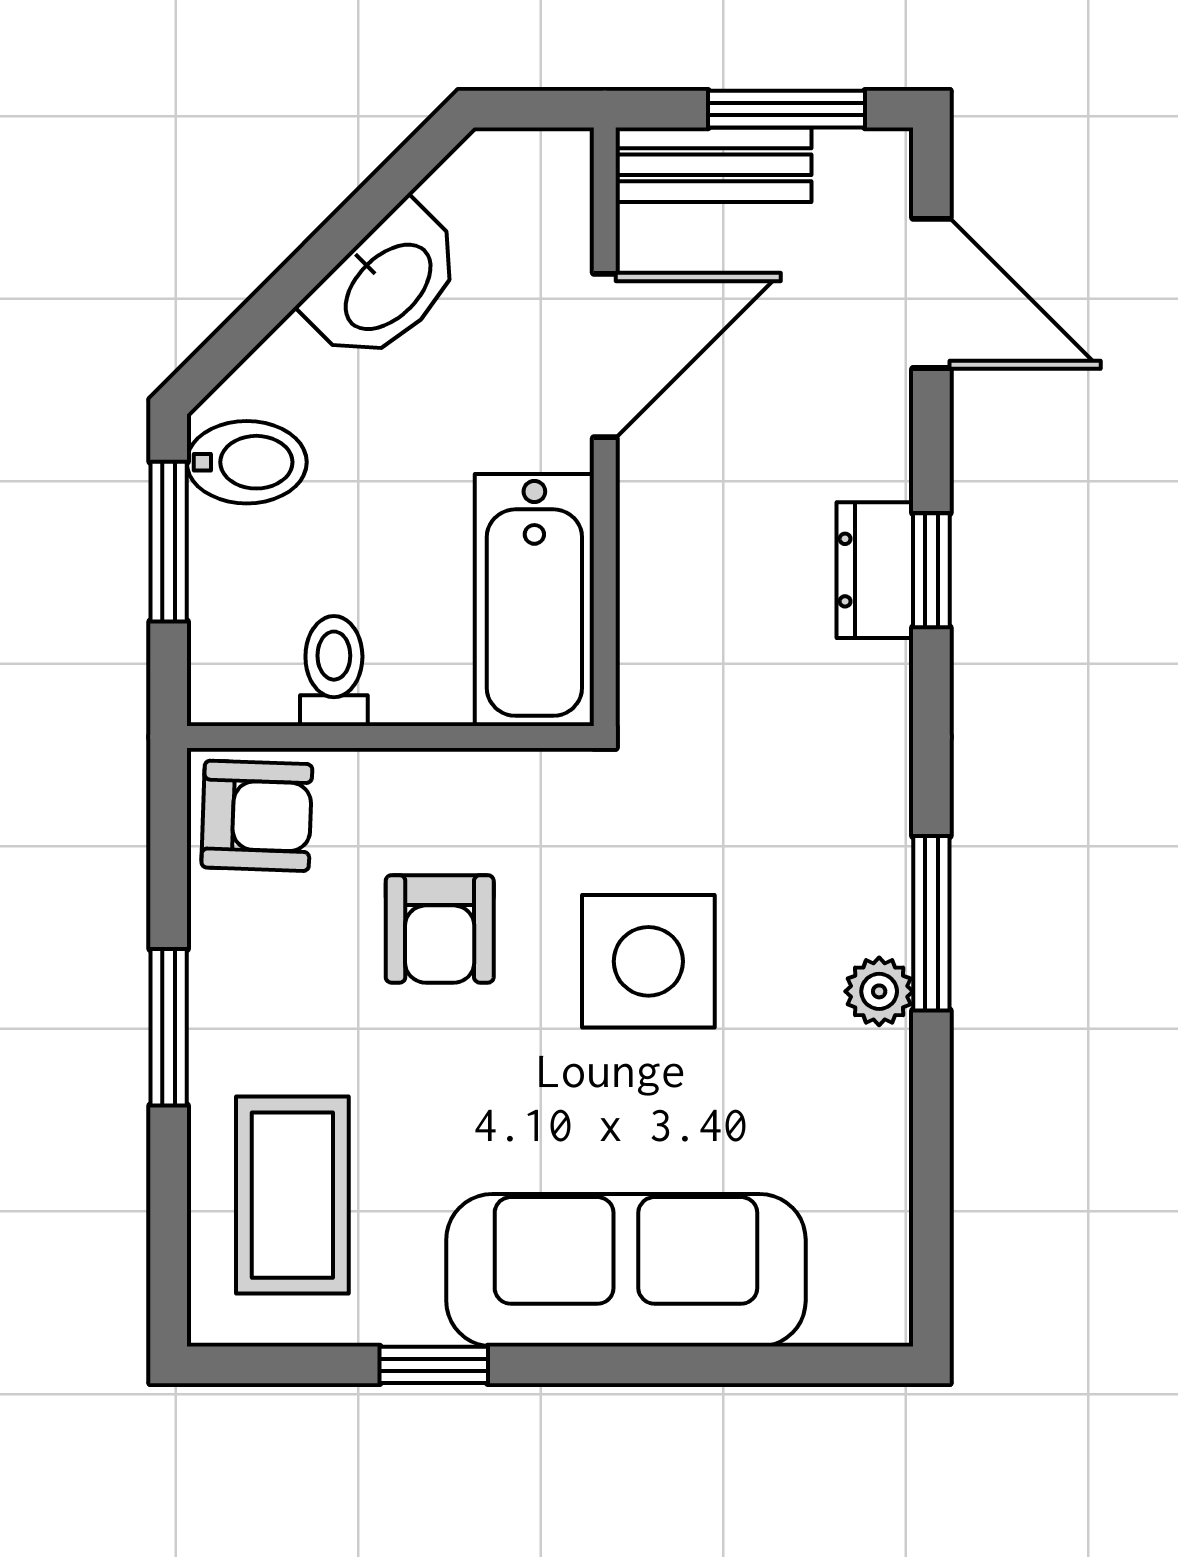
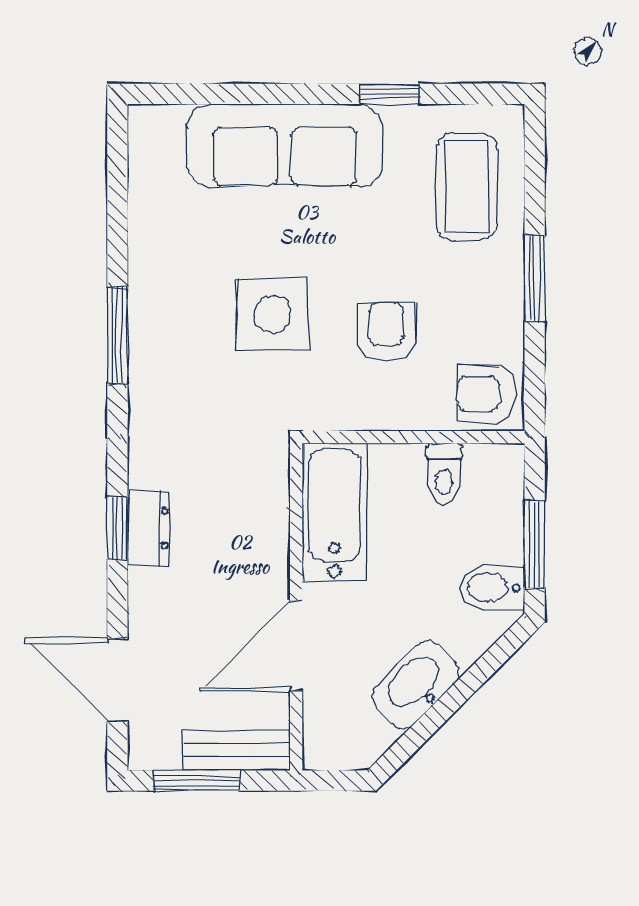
plant: (879, 991) -> (146, 298), removed

